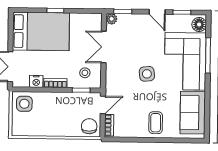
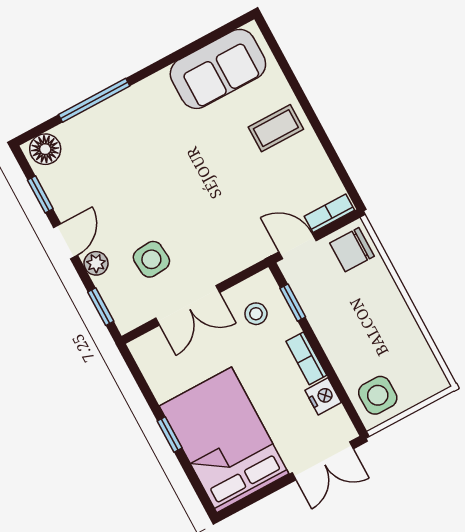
plant: (112, 19) -> (96, 263), moved
corner sofa: (185, 61) -> (129, 137), removed
side table: (147, 74) -> (151, 259), moved

